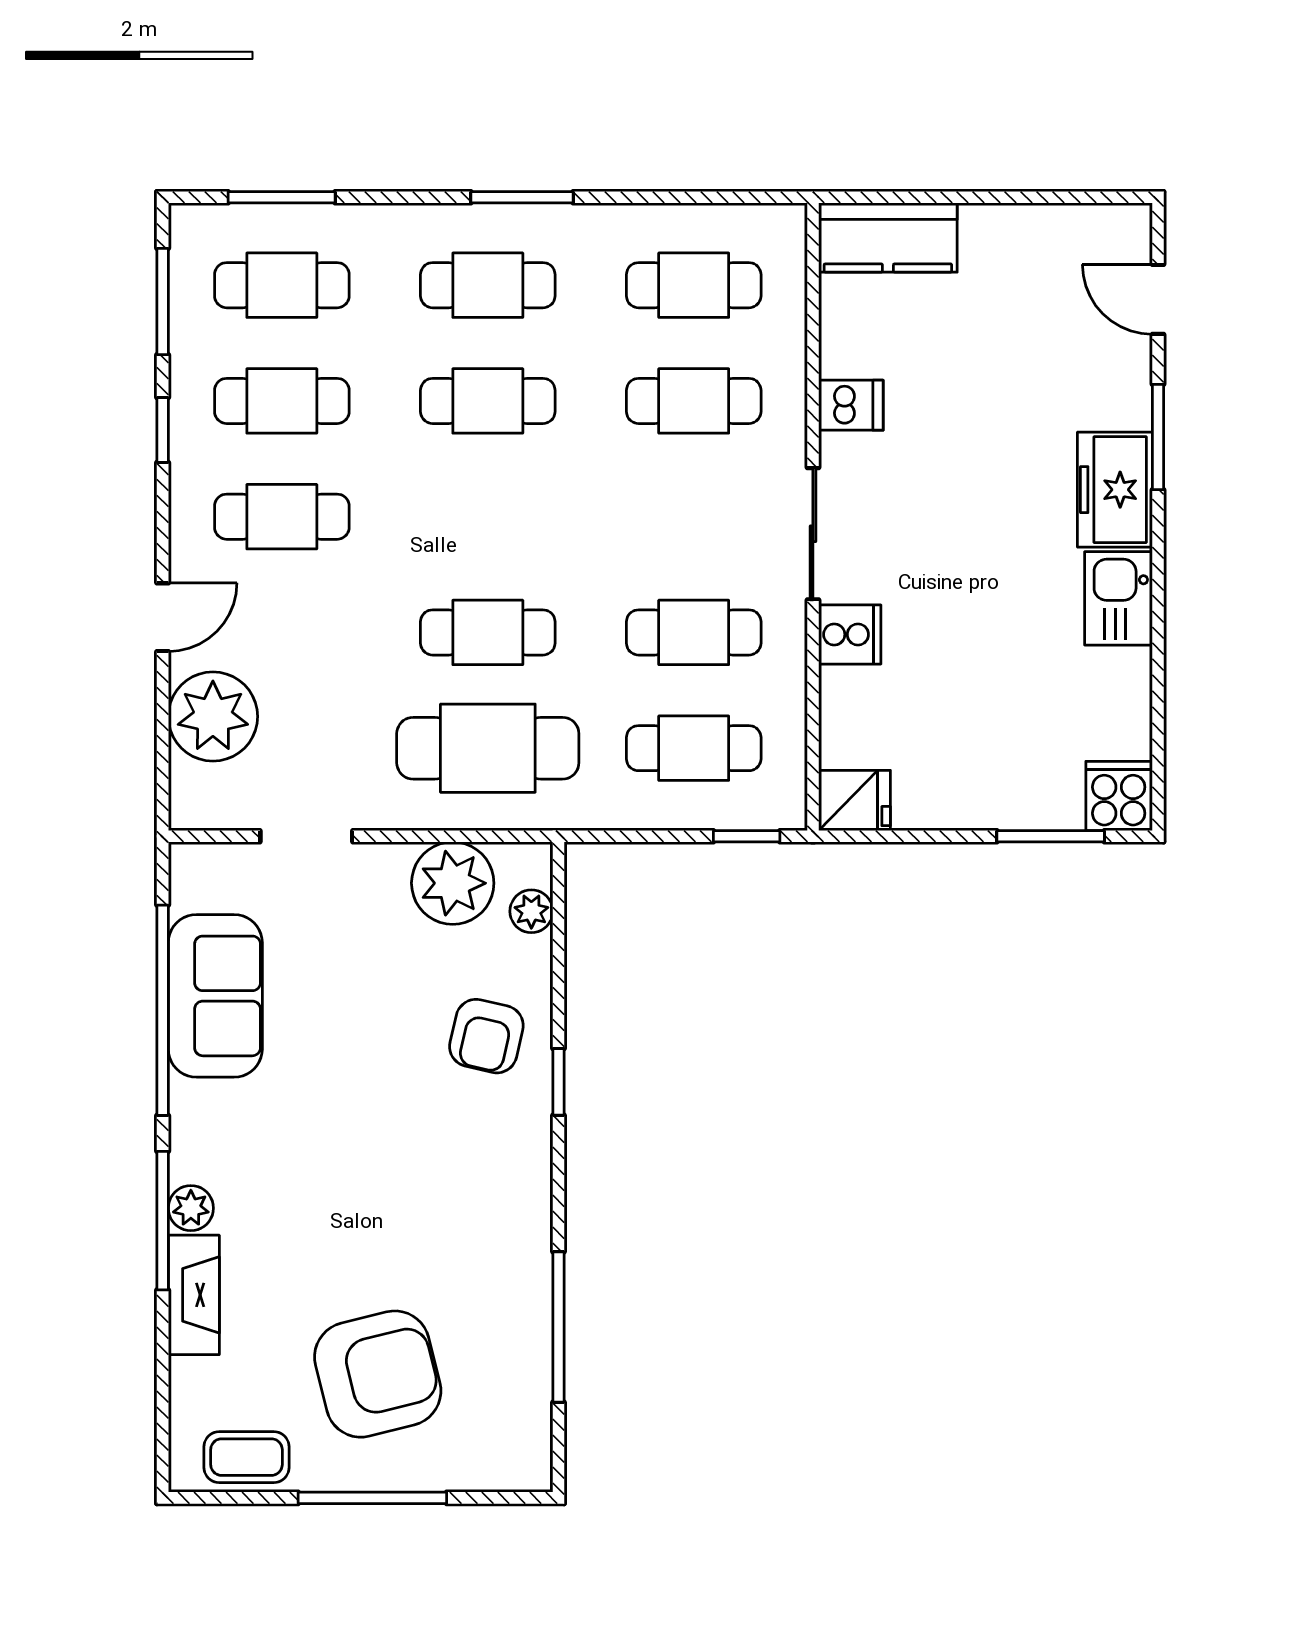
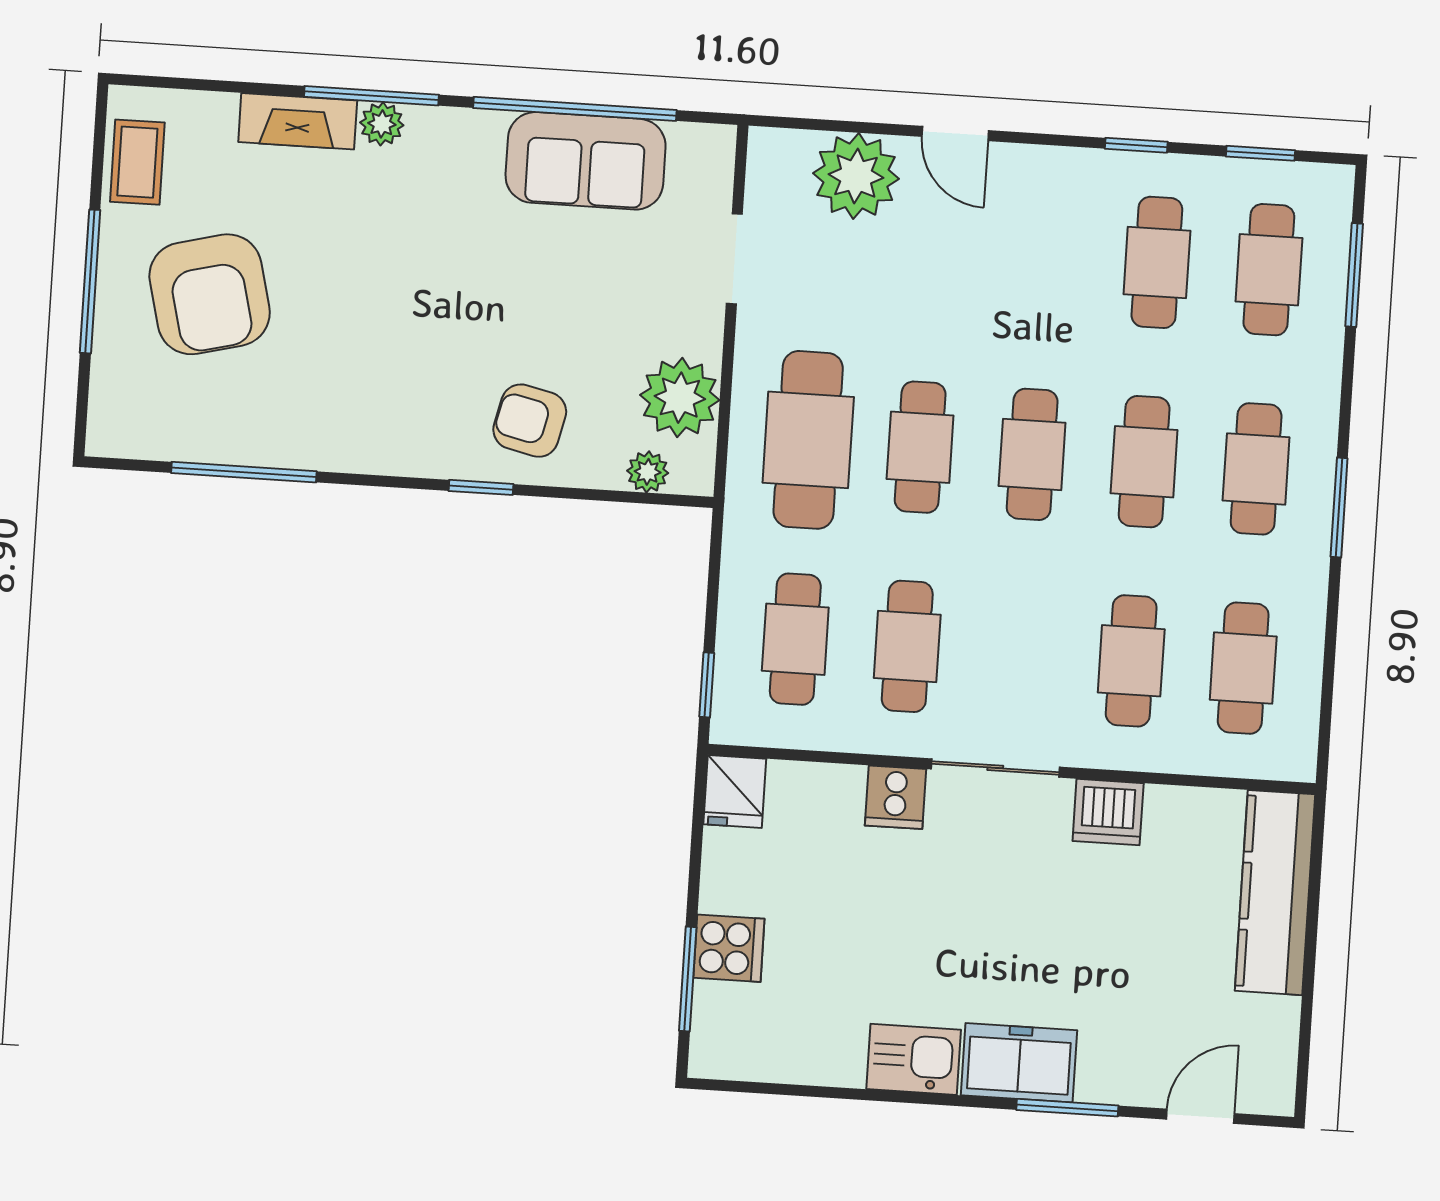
kitchen counter: (888, 237) -> (1275, 893), width x1.50
window: (163, 302) -> (1261, 153), width x0.67
dishwasher: (851, 405) -> (1108, 812), width x1.38
cafe table: (282, 517) -> (1032, 454), moved
cooker: (1119, 796) -> (729, 948), moved

